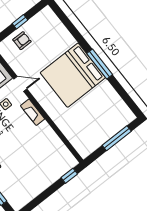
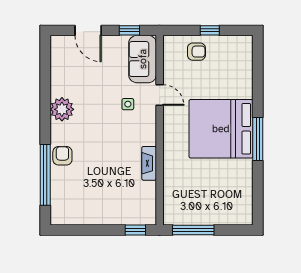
fireplace: (33, 112) -> (149, 163), moved
window: (117, 138) -> (193, 230), moved

